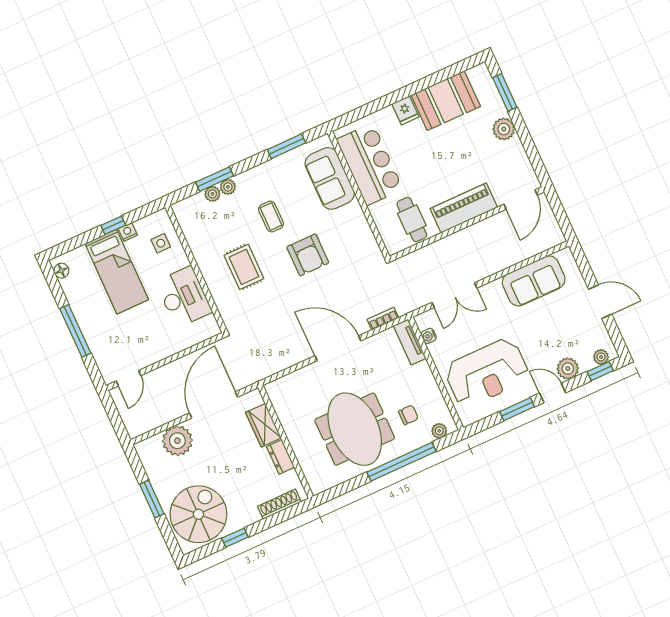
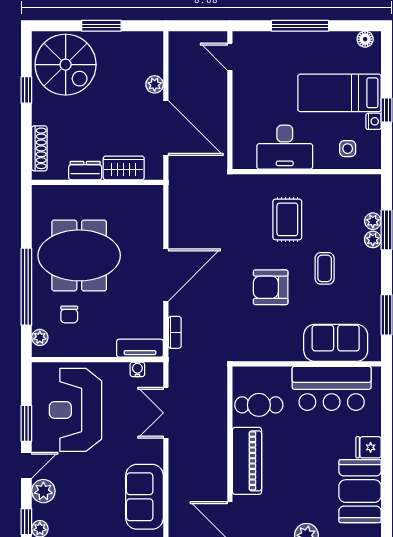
coffee table: (271, 217) -> (325, 268), turned 90
rug: (244, 267) -> (287, 219), turned 90
plant: (177, 441) -> (155, 84), width x0.53, depth x0.53

